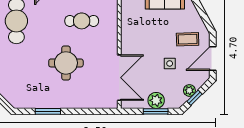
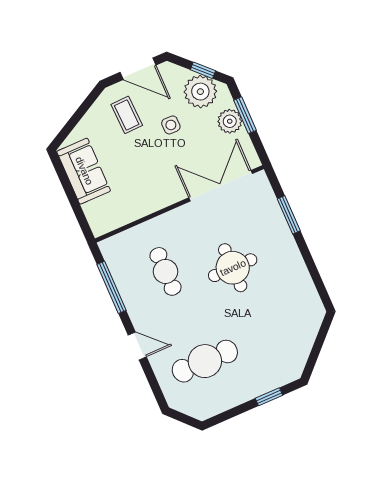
plant: (189, 90) -> (200, 92), width x1.88, depth x1.88
window: (48, 111) -> (289, 215), moved

